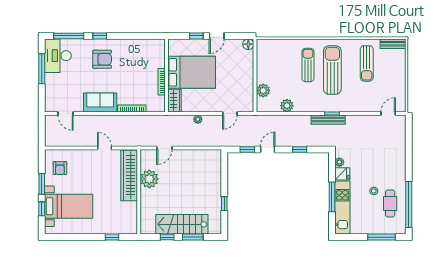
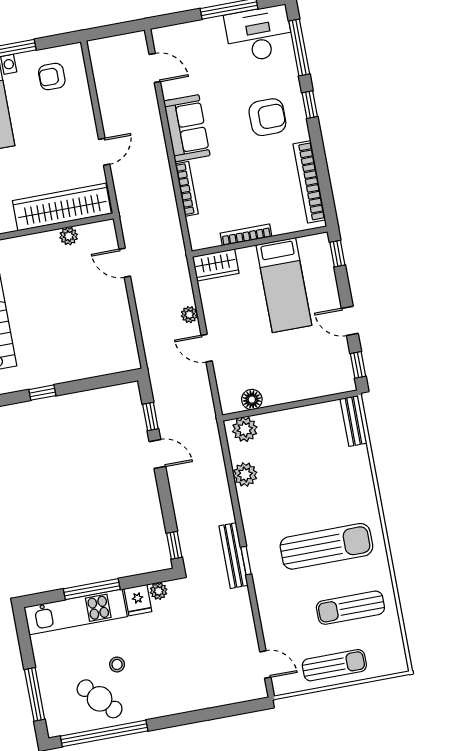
window: (196, 36) -> (337, 254), moved
window: (240, 36) -> (358, 365), added
bookcase: (140, 44) -> (309, 182), added
floor lamp: (248, 44) -> (252, 400), moved
bench: (393, 44) -> (353, 421), moved
armchair: (102, 59) -> (267, 117), turned -90
sun lounger: (308, 65) -> (334, 665), moved
bed: (192, 72) -> (284, 285), width x0.67
plant: (263, 90) -> (245, 429), moved
door: (65, 113) -> (155, 68), swing flipped
door: (230, 113) -> (207, 348), moved
window: (300, 149) -> (174, 545), moved
plant: (149, 179) -> (69, 236), width x0.53, depth x0.53
cafe table: (390, 203) -> (100, 699), turned 47

